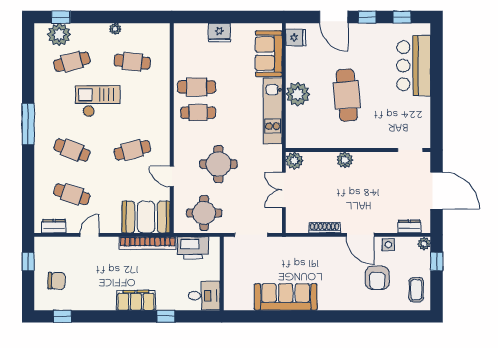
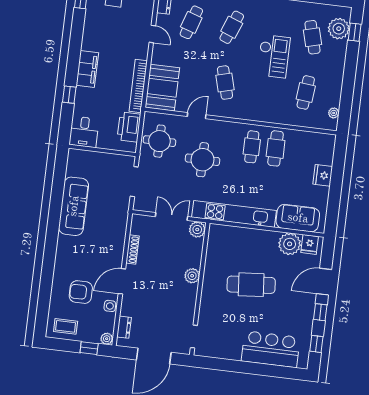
plant: (115, 29) -> (334, 113), moved
plant: (298, 94) -> (290, 244), moved
kitchen unit: (273, 111) -> (234, 214), width x1.36

